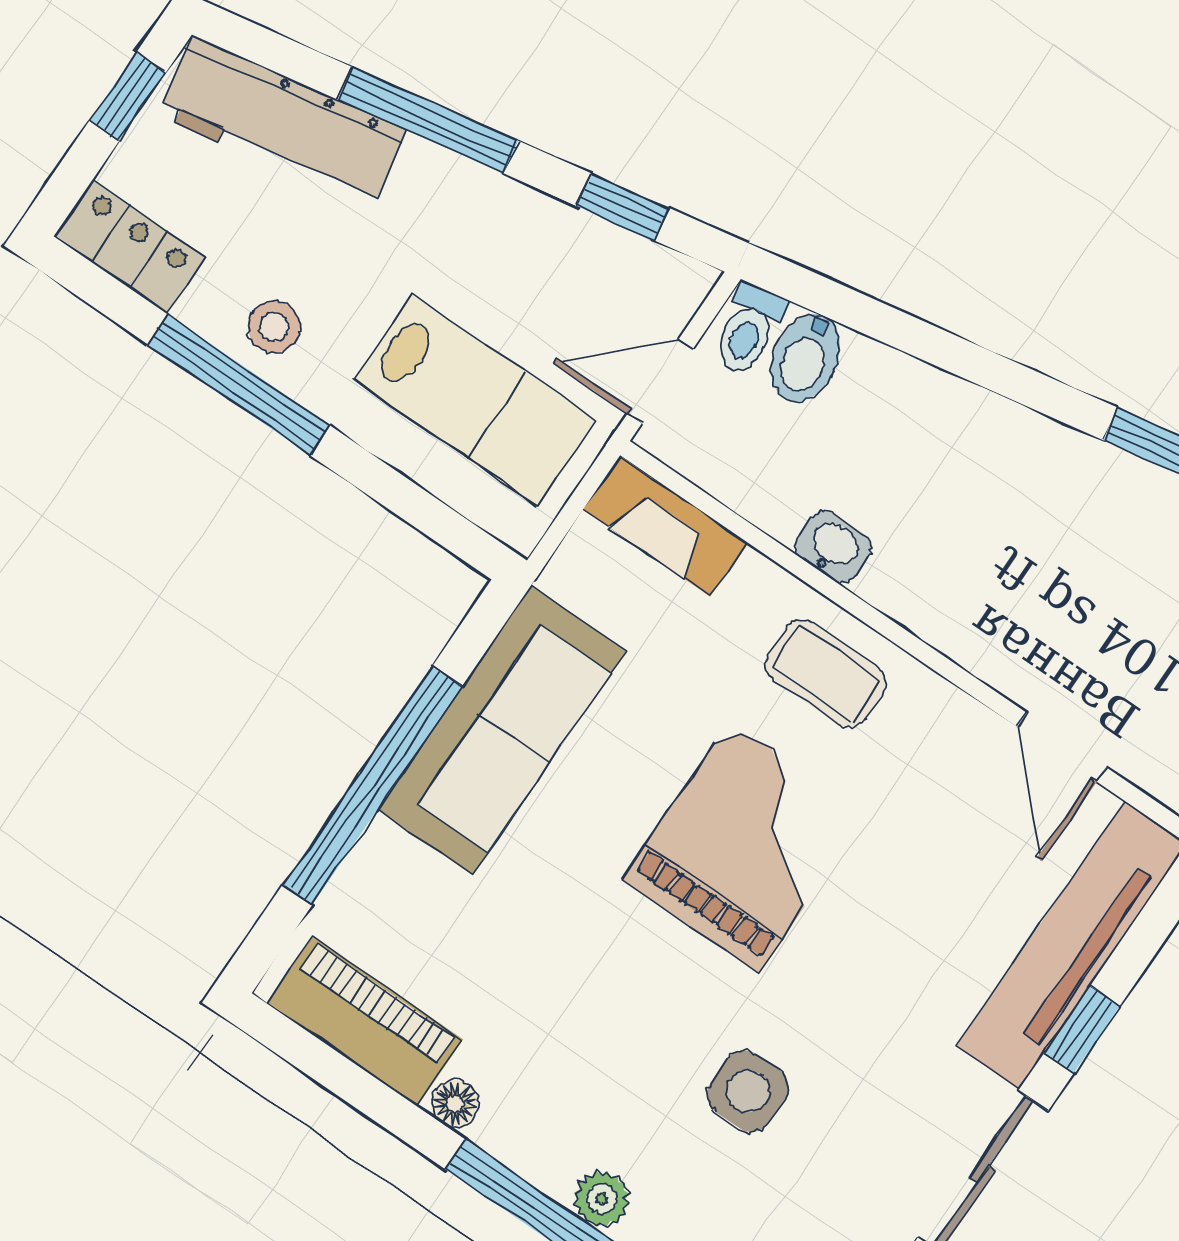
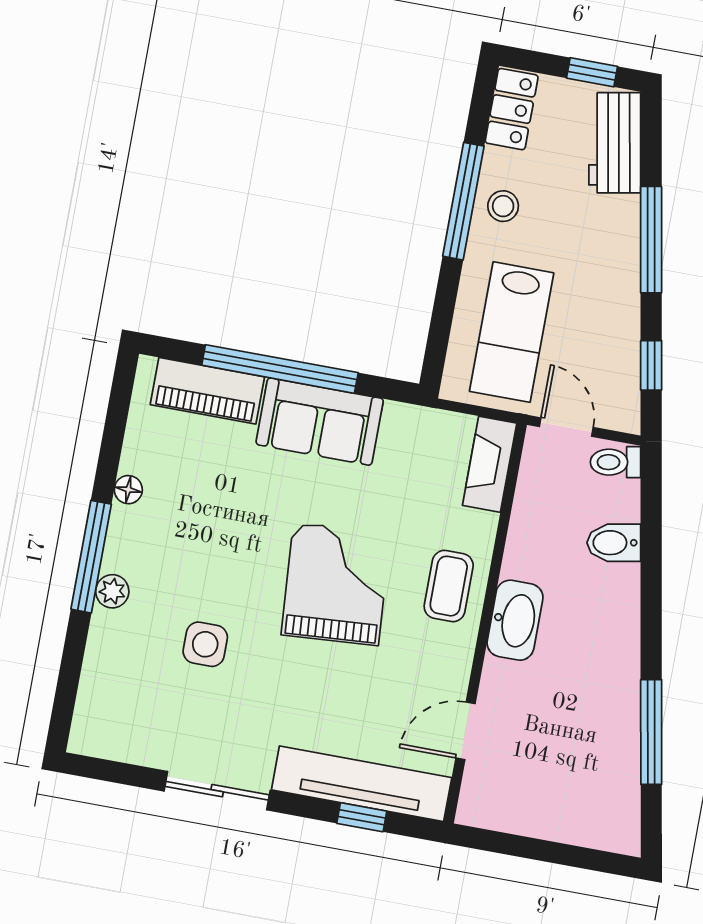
workbench: (282, 123) -> (615, 143), width x0.73
bidet: (806, 358) -> (614, 543), moved
washbasin: (833, 547) -> (515, 620), moved, width x1.91, depth x1.45
sofa: (502, 730) -> (320, 422), width x0.73
grand piano: (745, 847) -> (336, 584), turned -94
piano: (365, 1021) -> (207, 391), moved, turned 90
window: (1082, 1030) -> (362, 817), moved

